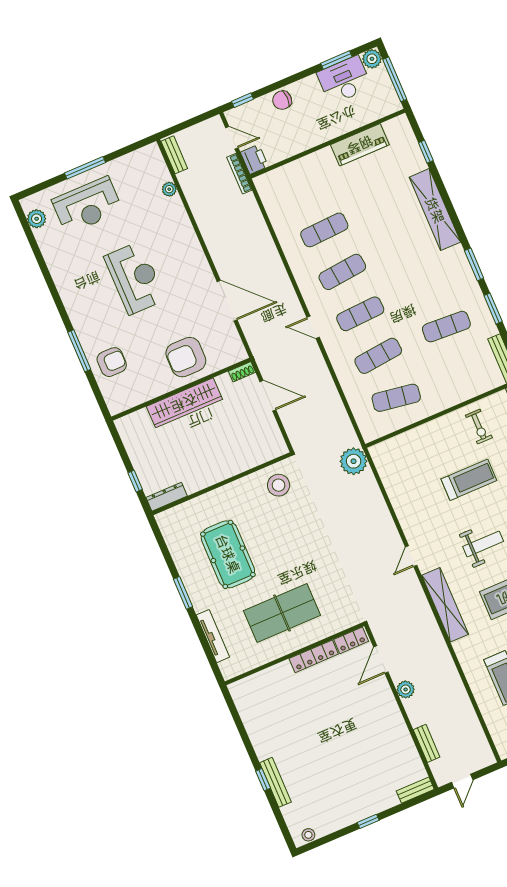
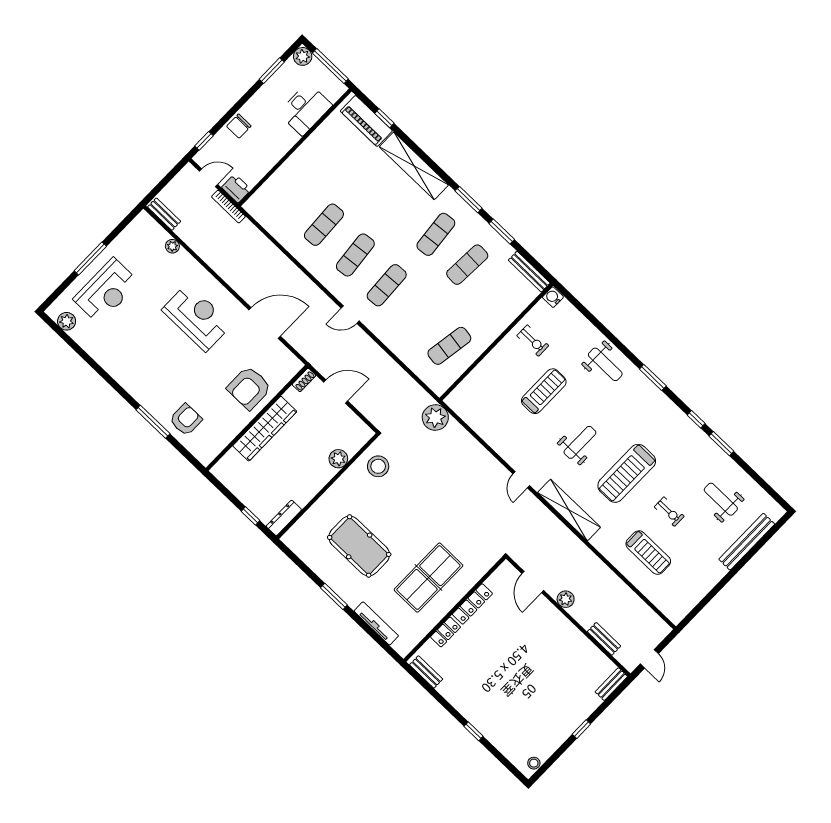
desk: (344, 80) -> (305, 109), moved, turned 180
piano: (360, 145) -> (366, 121), moved, turned 90
reception desk: (135, 278) -> (197, 317), moved
exercise mat: (378, 356) -> (436, 234), moved
plant: (243, 462) -> (338, 459), added
locker: (351, 640) -> (446, 632), moved
bench: (275, 782) -> (426, 672), moved, width x0.73

